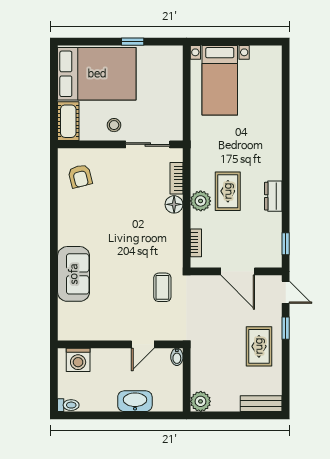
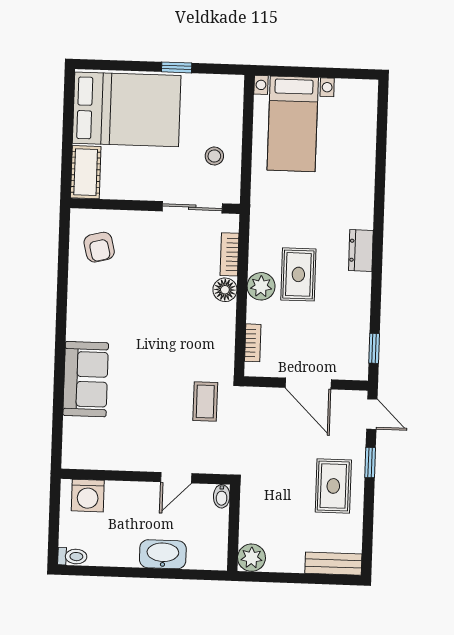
stool: (114, 125) -> (214, 156), moved
dresser: (273, 196) -> (361, 251), moved

